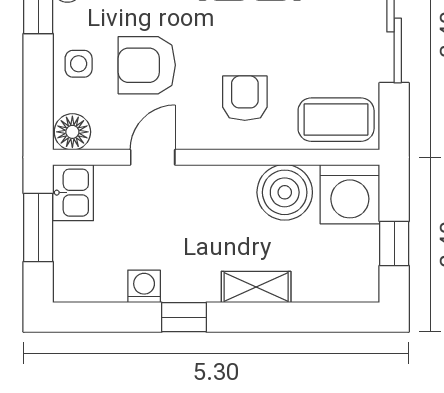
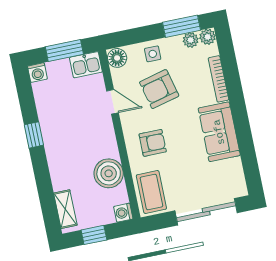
armchair: (147, 65) -> (159, 89), turned -104
washing machine: (350, 194) -> (123, 213), width x0.53, depth x0.53
washing machine: (144, 286) -> (37, 73), moved, turned 90
shelving: (256, 287) -> (65, 209), moved

